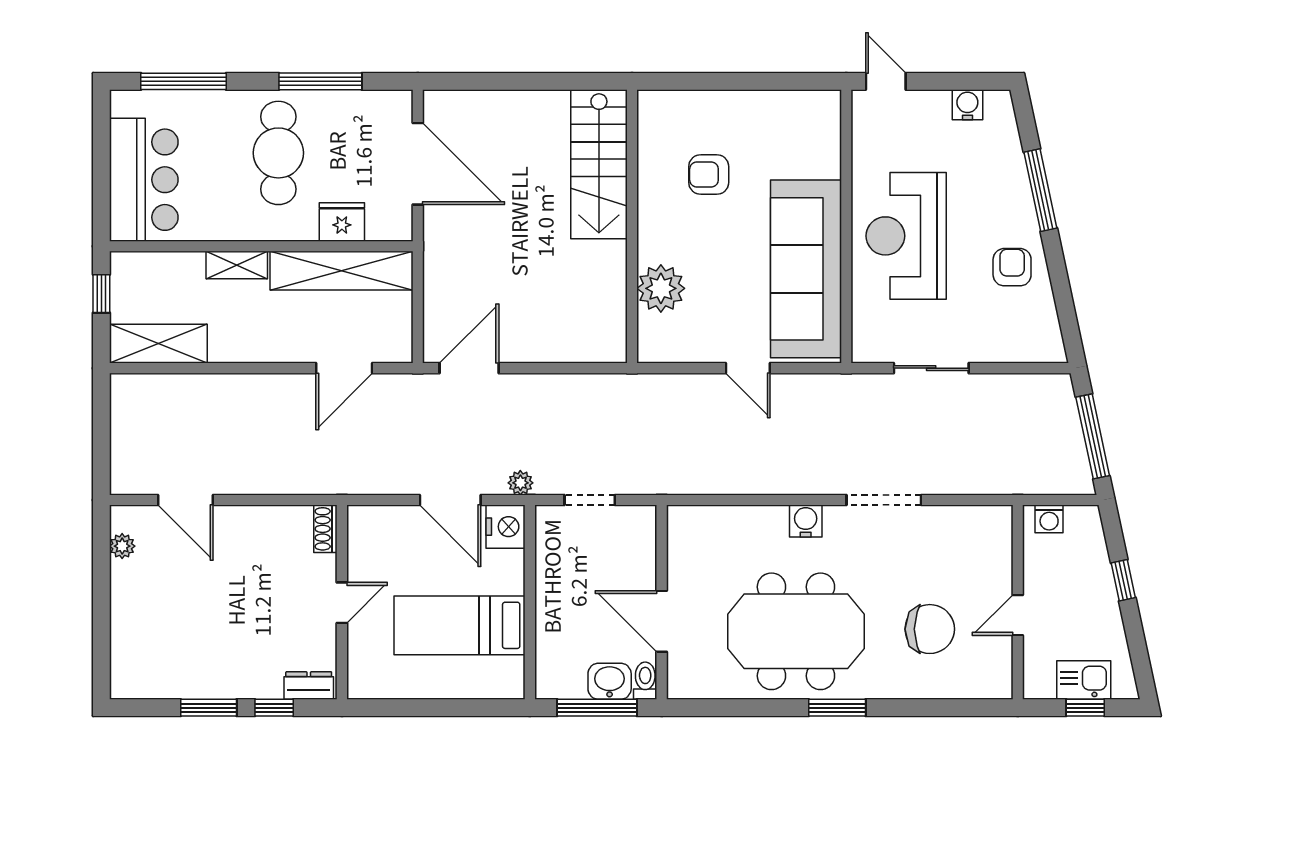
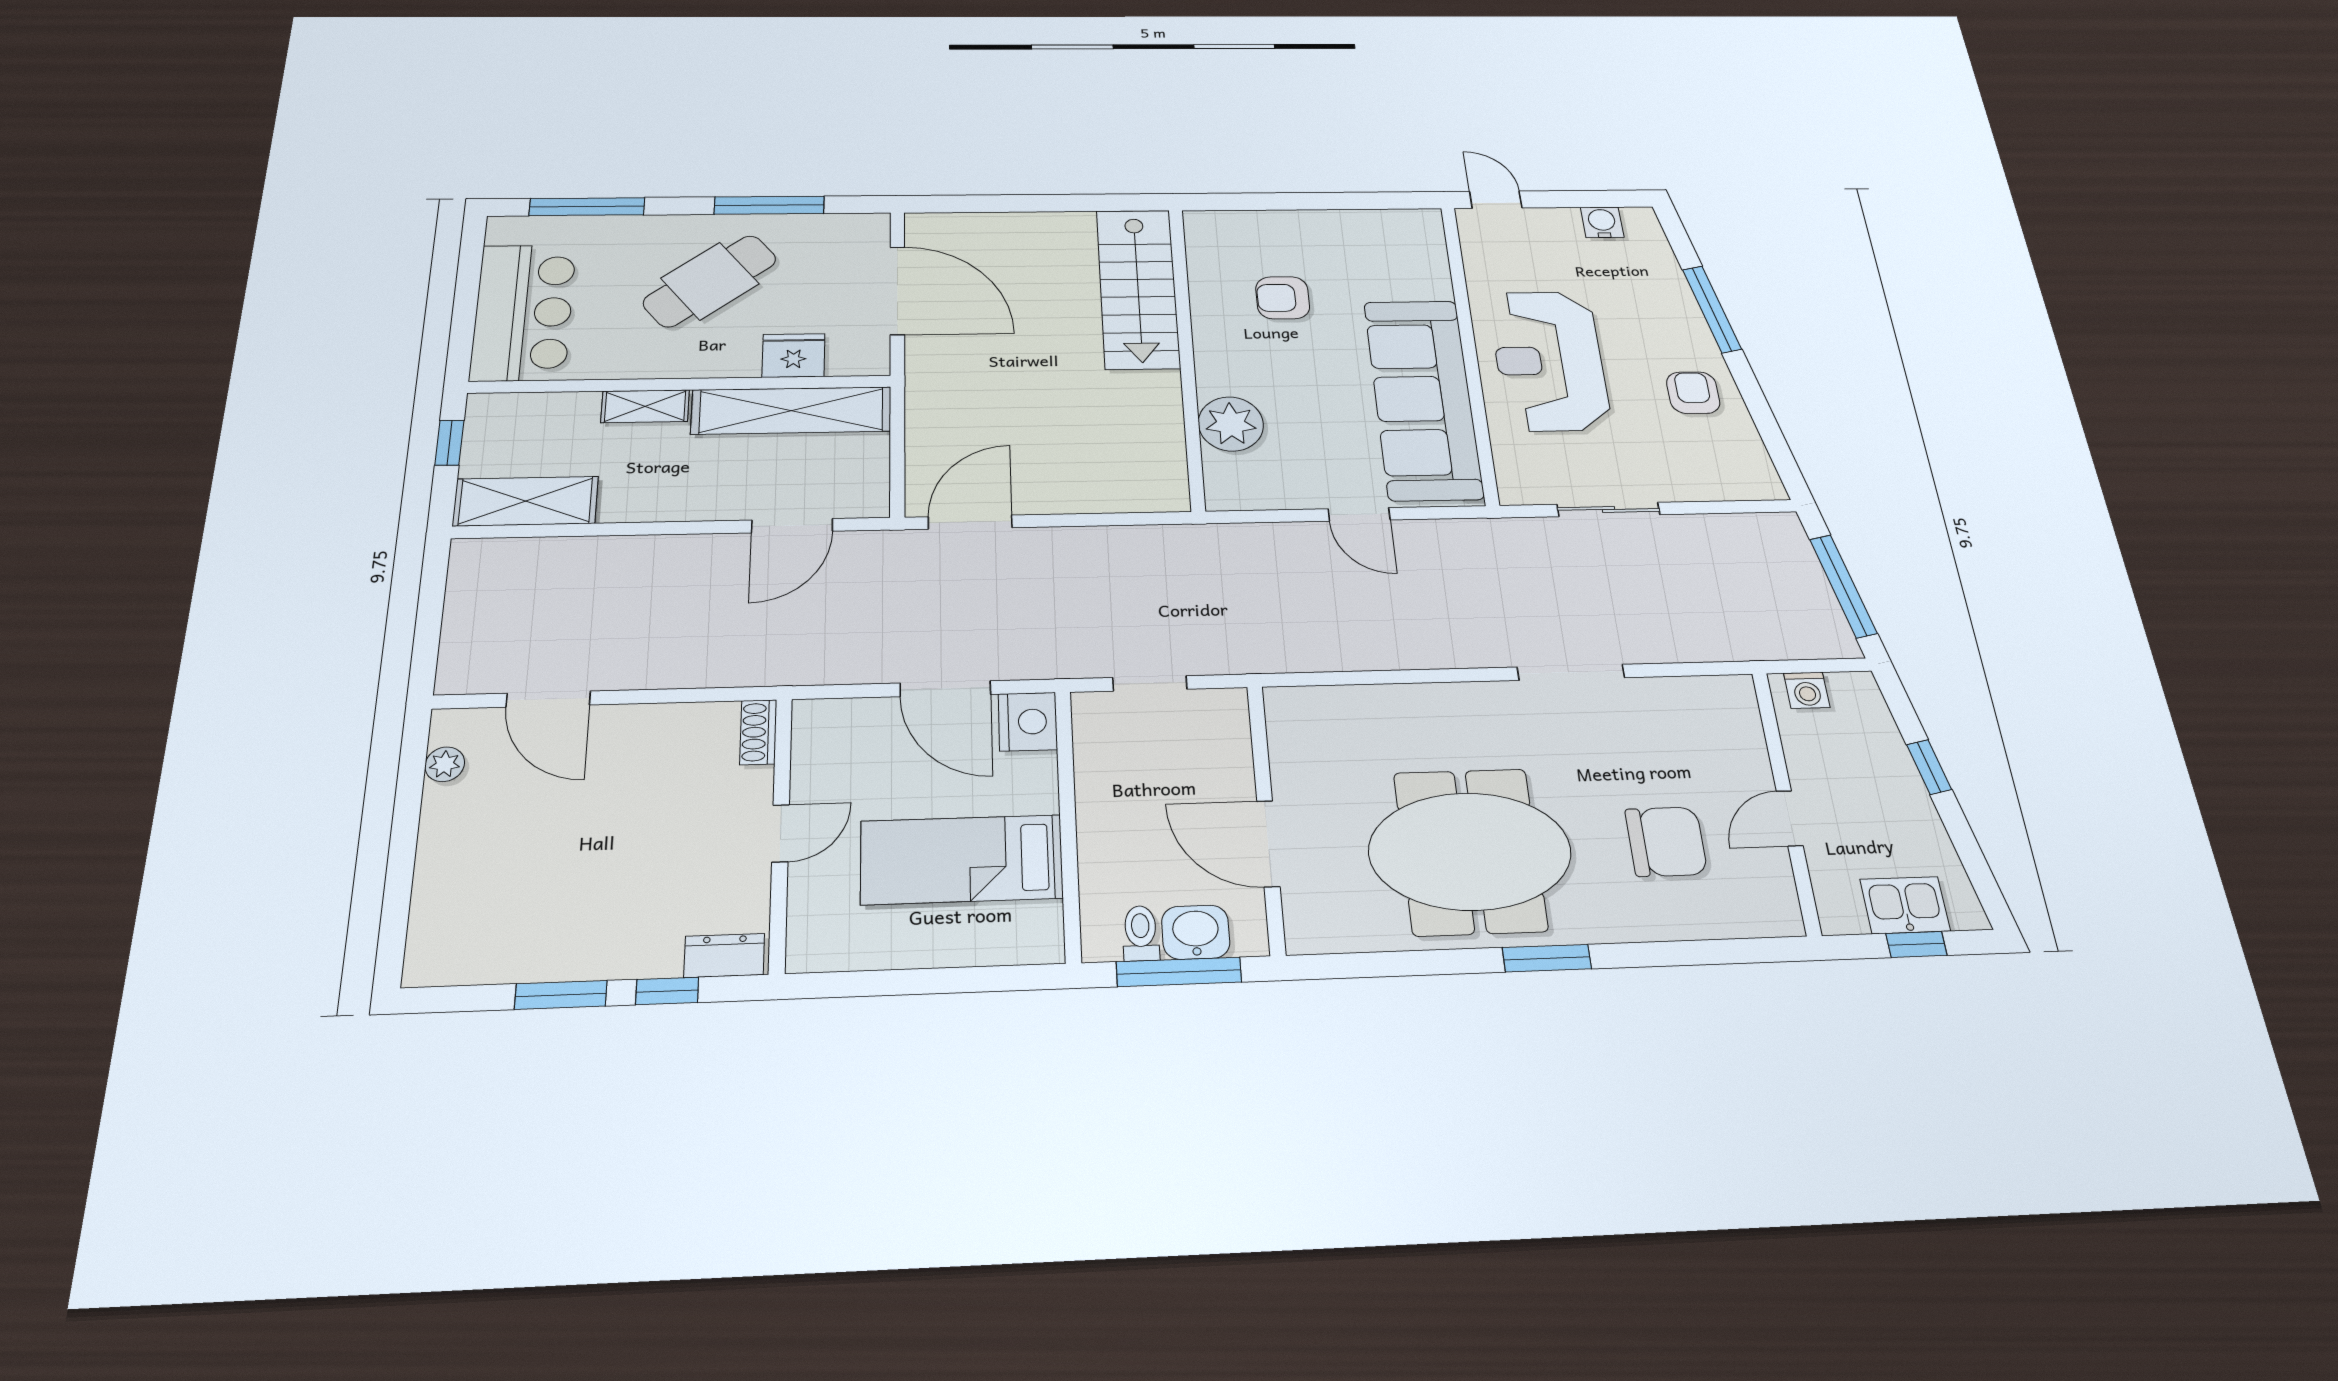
cafe table: (278, 153) -> (710, 281), turned 52
plant: (520, 483) -> (1048, 664), removed
water cooler: (806, 521) -> (1464, 702), removed
toilet: (645, 681) -> (1141, 933), moved

